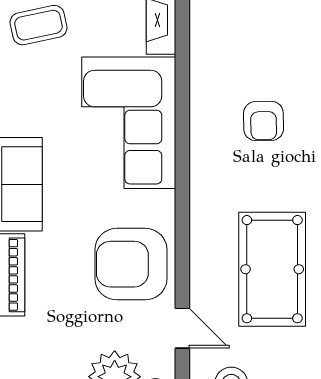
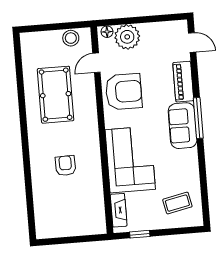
door: (182, 328) -> (96, 63), hinge flipped

